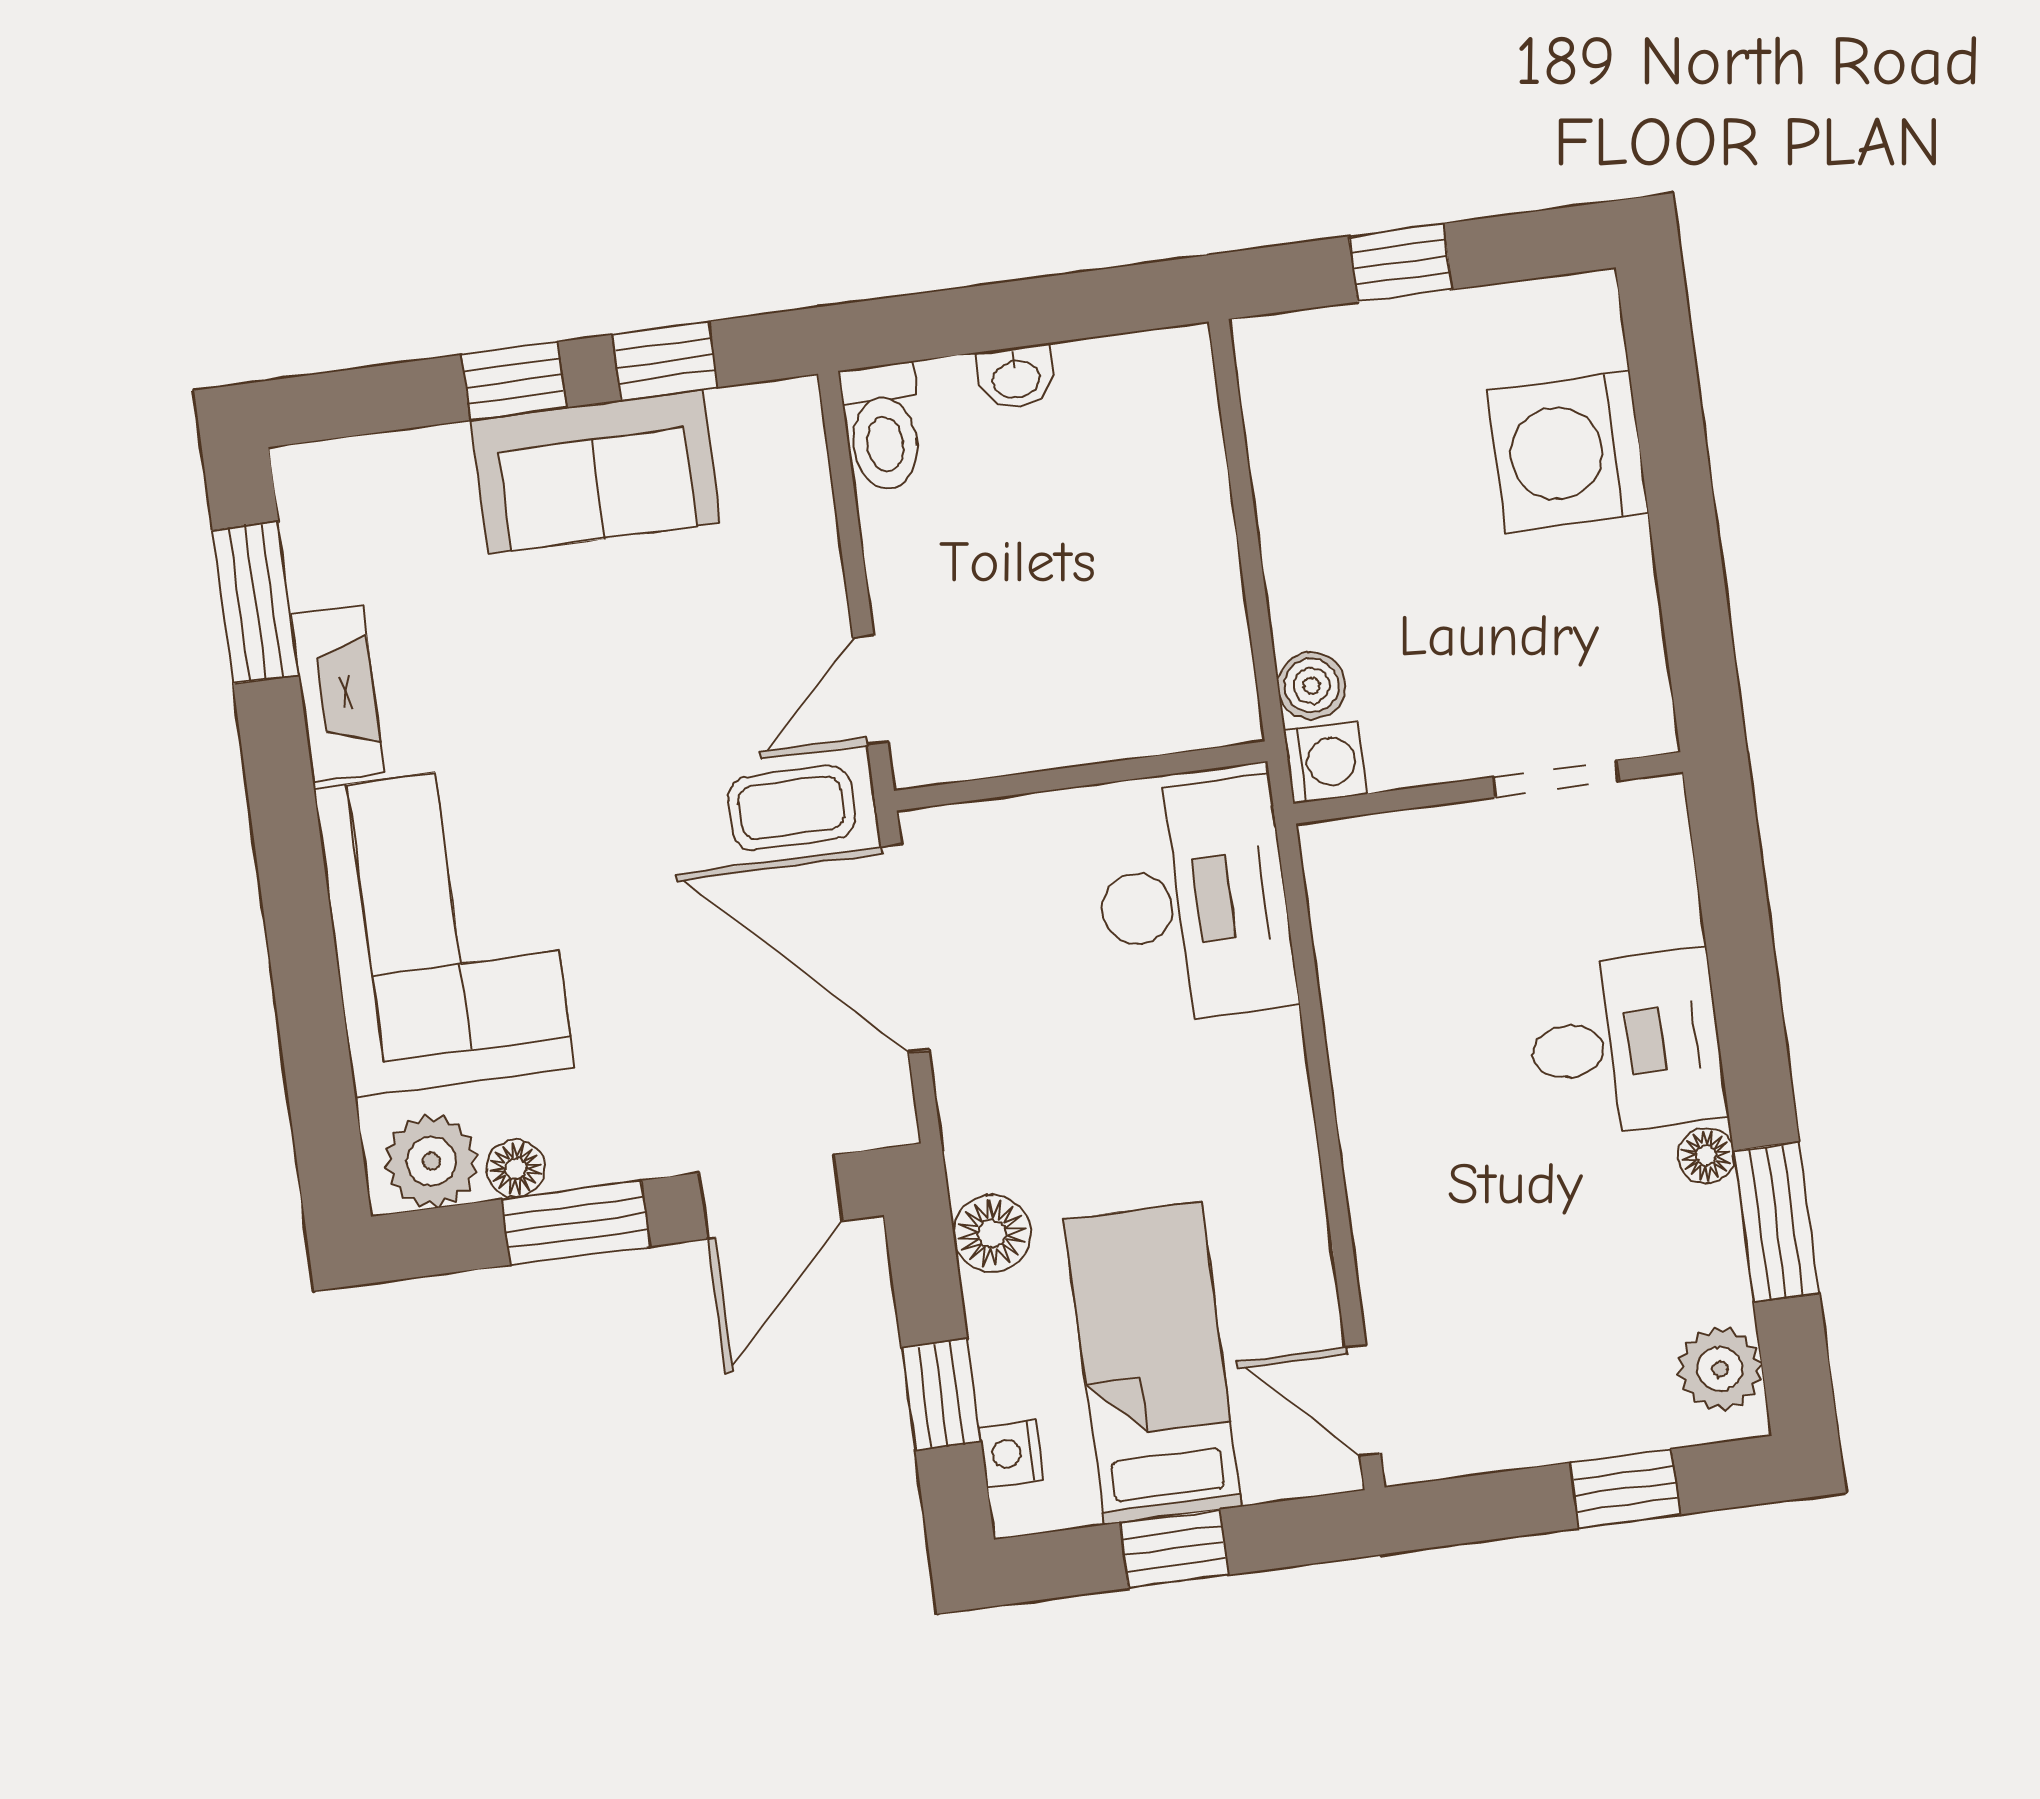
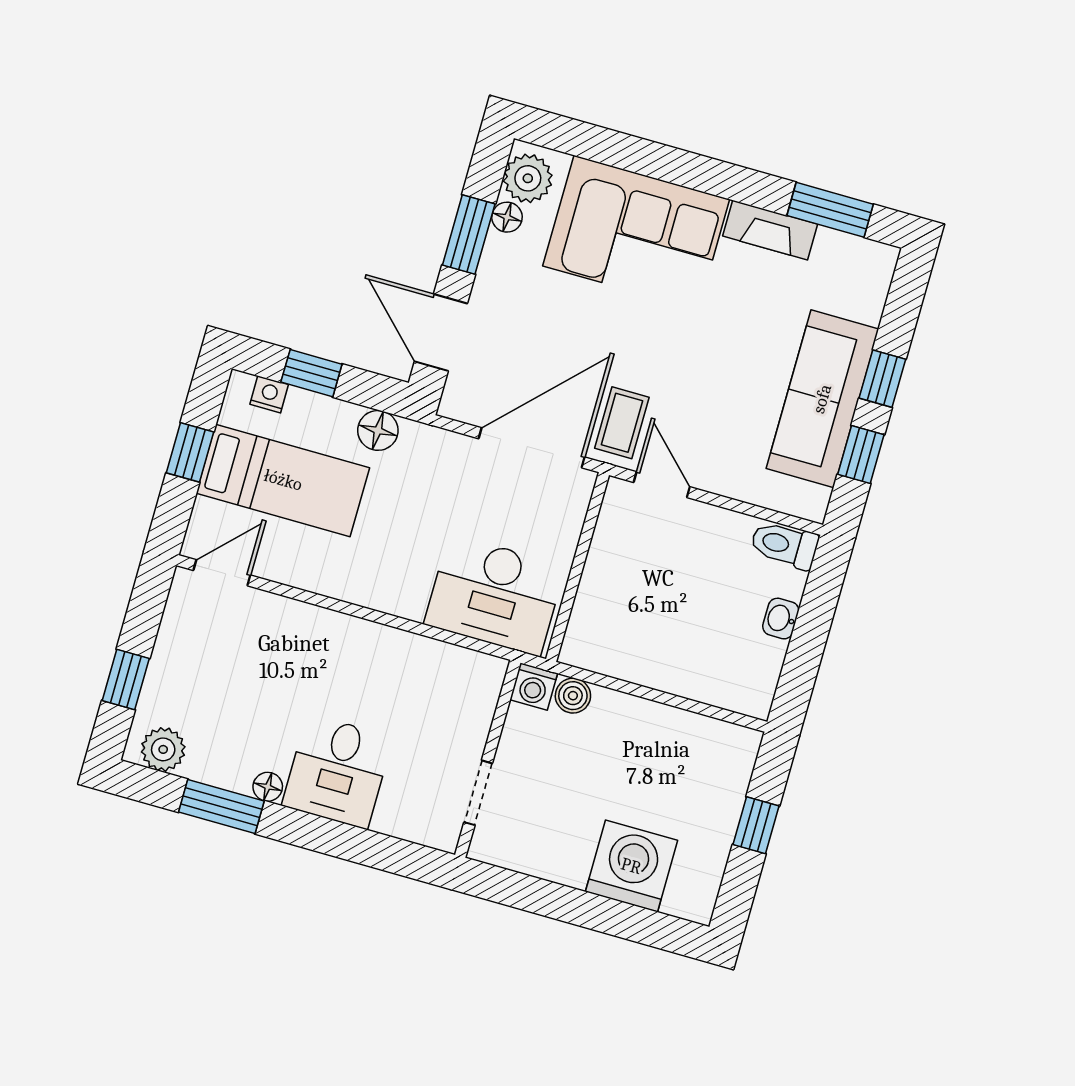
sofa: (596, 472) -> (822, 399), width x1.36

